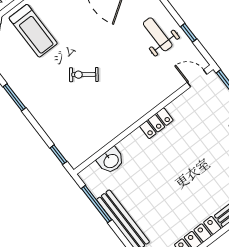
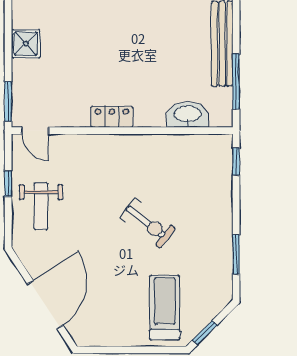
exercise bike: (84, 75) -> (148, 223), width x1.38, depth x1.39
washbasin: (111, 161) -> (188, 115), width x1.38

